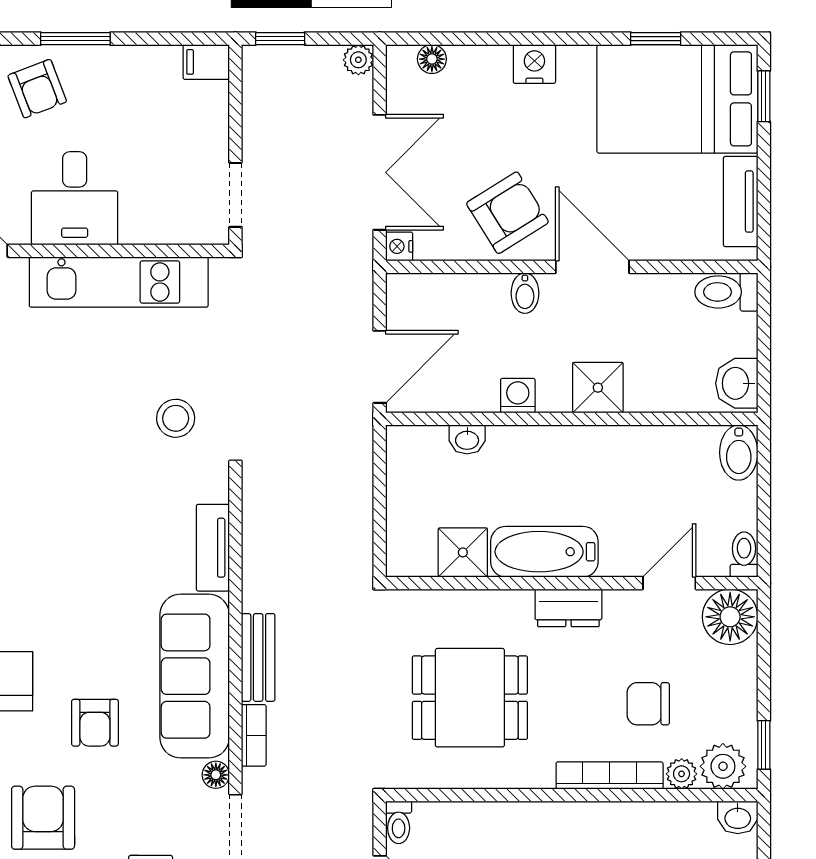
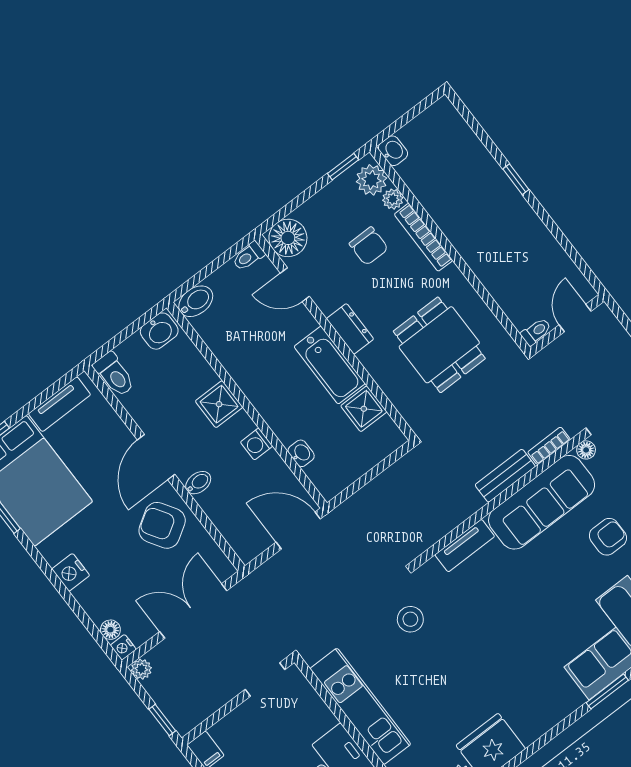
nightstand: (399, 246) -> (123, 647), moved, turned 90

